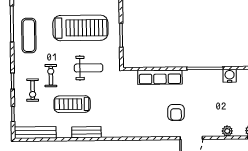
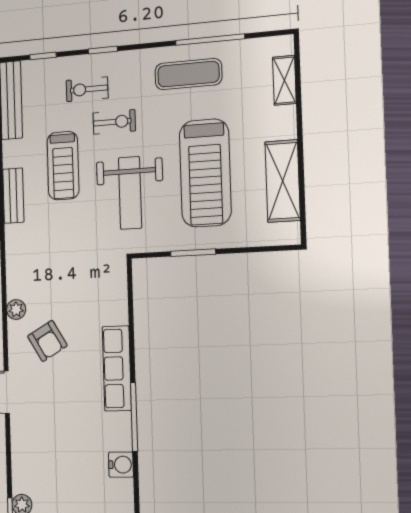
weight bench: (89, 68) -> (130, 193), width x1.36, depth x1.33
row of seats: (160, 77) -> (117, 368), moved
treadmill: (72, 104) -> (63, 166), turned 180
armchair: (176, 112) -> (47, 341), moved, turned -120
plant: (227, 131) -> (16, 309), moved

